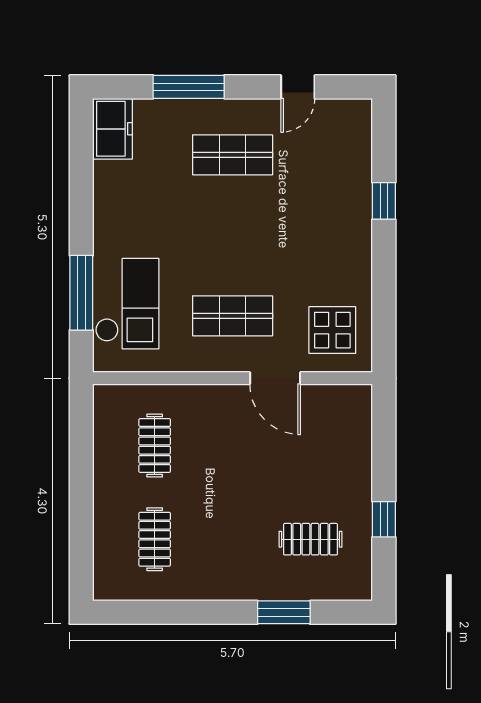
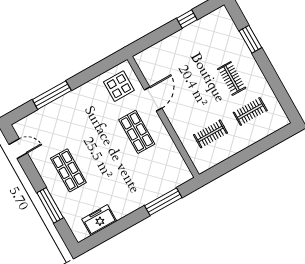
door: (298, 87) -> (18, 149), moved
freezer: (112, 129) -> (99, 220), moved
window: (384, 201) -> (52, 95), width x2.17
checkout: (127, 304) -> (157, 179), removed
clothes rail: (310, 539) -> (232, 78), moved

